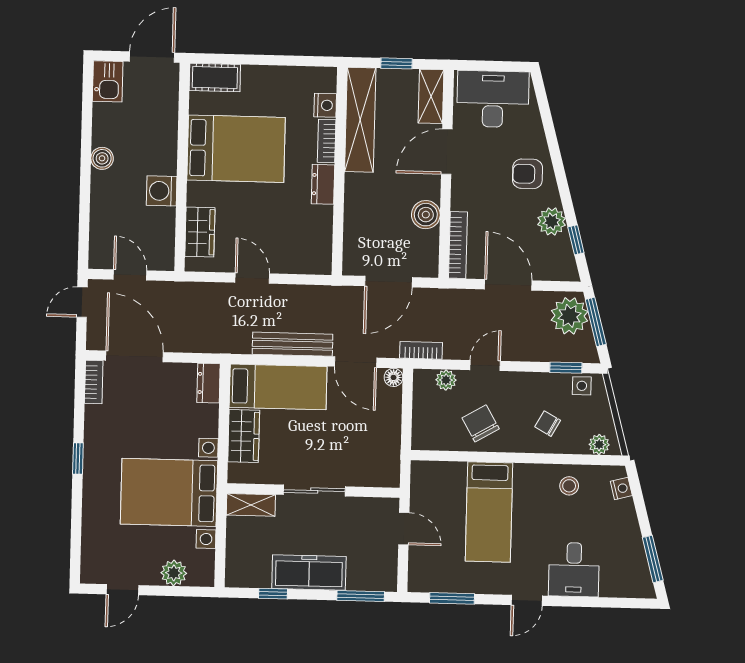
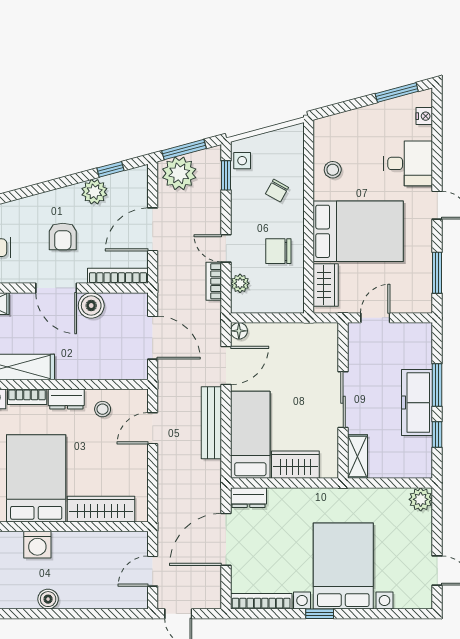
door: (447, 152) -> (56, 288), moved
armchair: (527, 174) -> (63, 236), moved
washing machine: (162, 191) -> (37, 545), moved
stool: (311, 224) -> (103, 409), added
wardrobe: (200, 232) -> (101, 509), width x1.50
door: (252, 278) -> (153, 428), moved
bookcase: (421, 350) -> (214, 281), moved
door: (135, 356) -> (226, 539), moved
bookcase: (94, 382) -> (261, 601), width x1.56
chair: (481, 423) -> (278, 251), turned 30
plant: (599, 445) -> (295, 144), removed
wardrobe: (442, 475) -> (326, 285), added
nightstand: (621, 488) -> (424, 116), moved, turned 105
bed with nightstands: (169, 492) -> (343, 566), moved, turned 180
bed: (489, 512) -> (358, 231), width x1.50
plant: (174, 573) -> (421, 499), moved
window: (361, 596) -> (437, 385), moved

